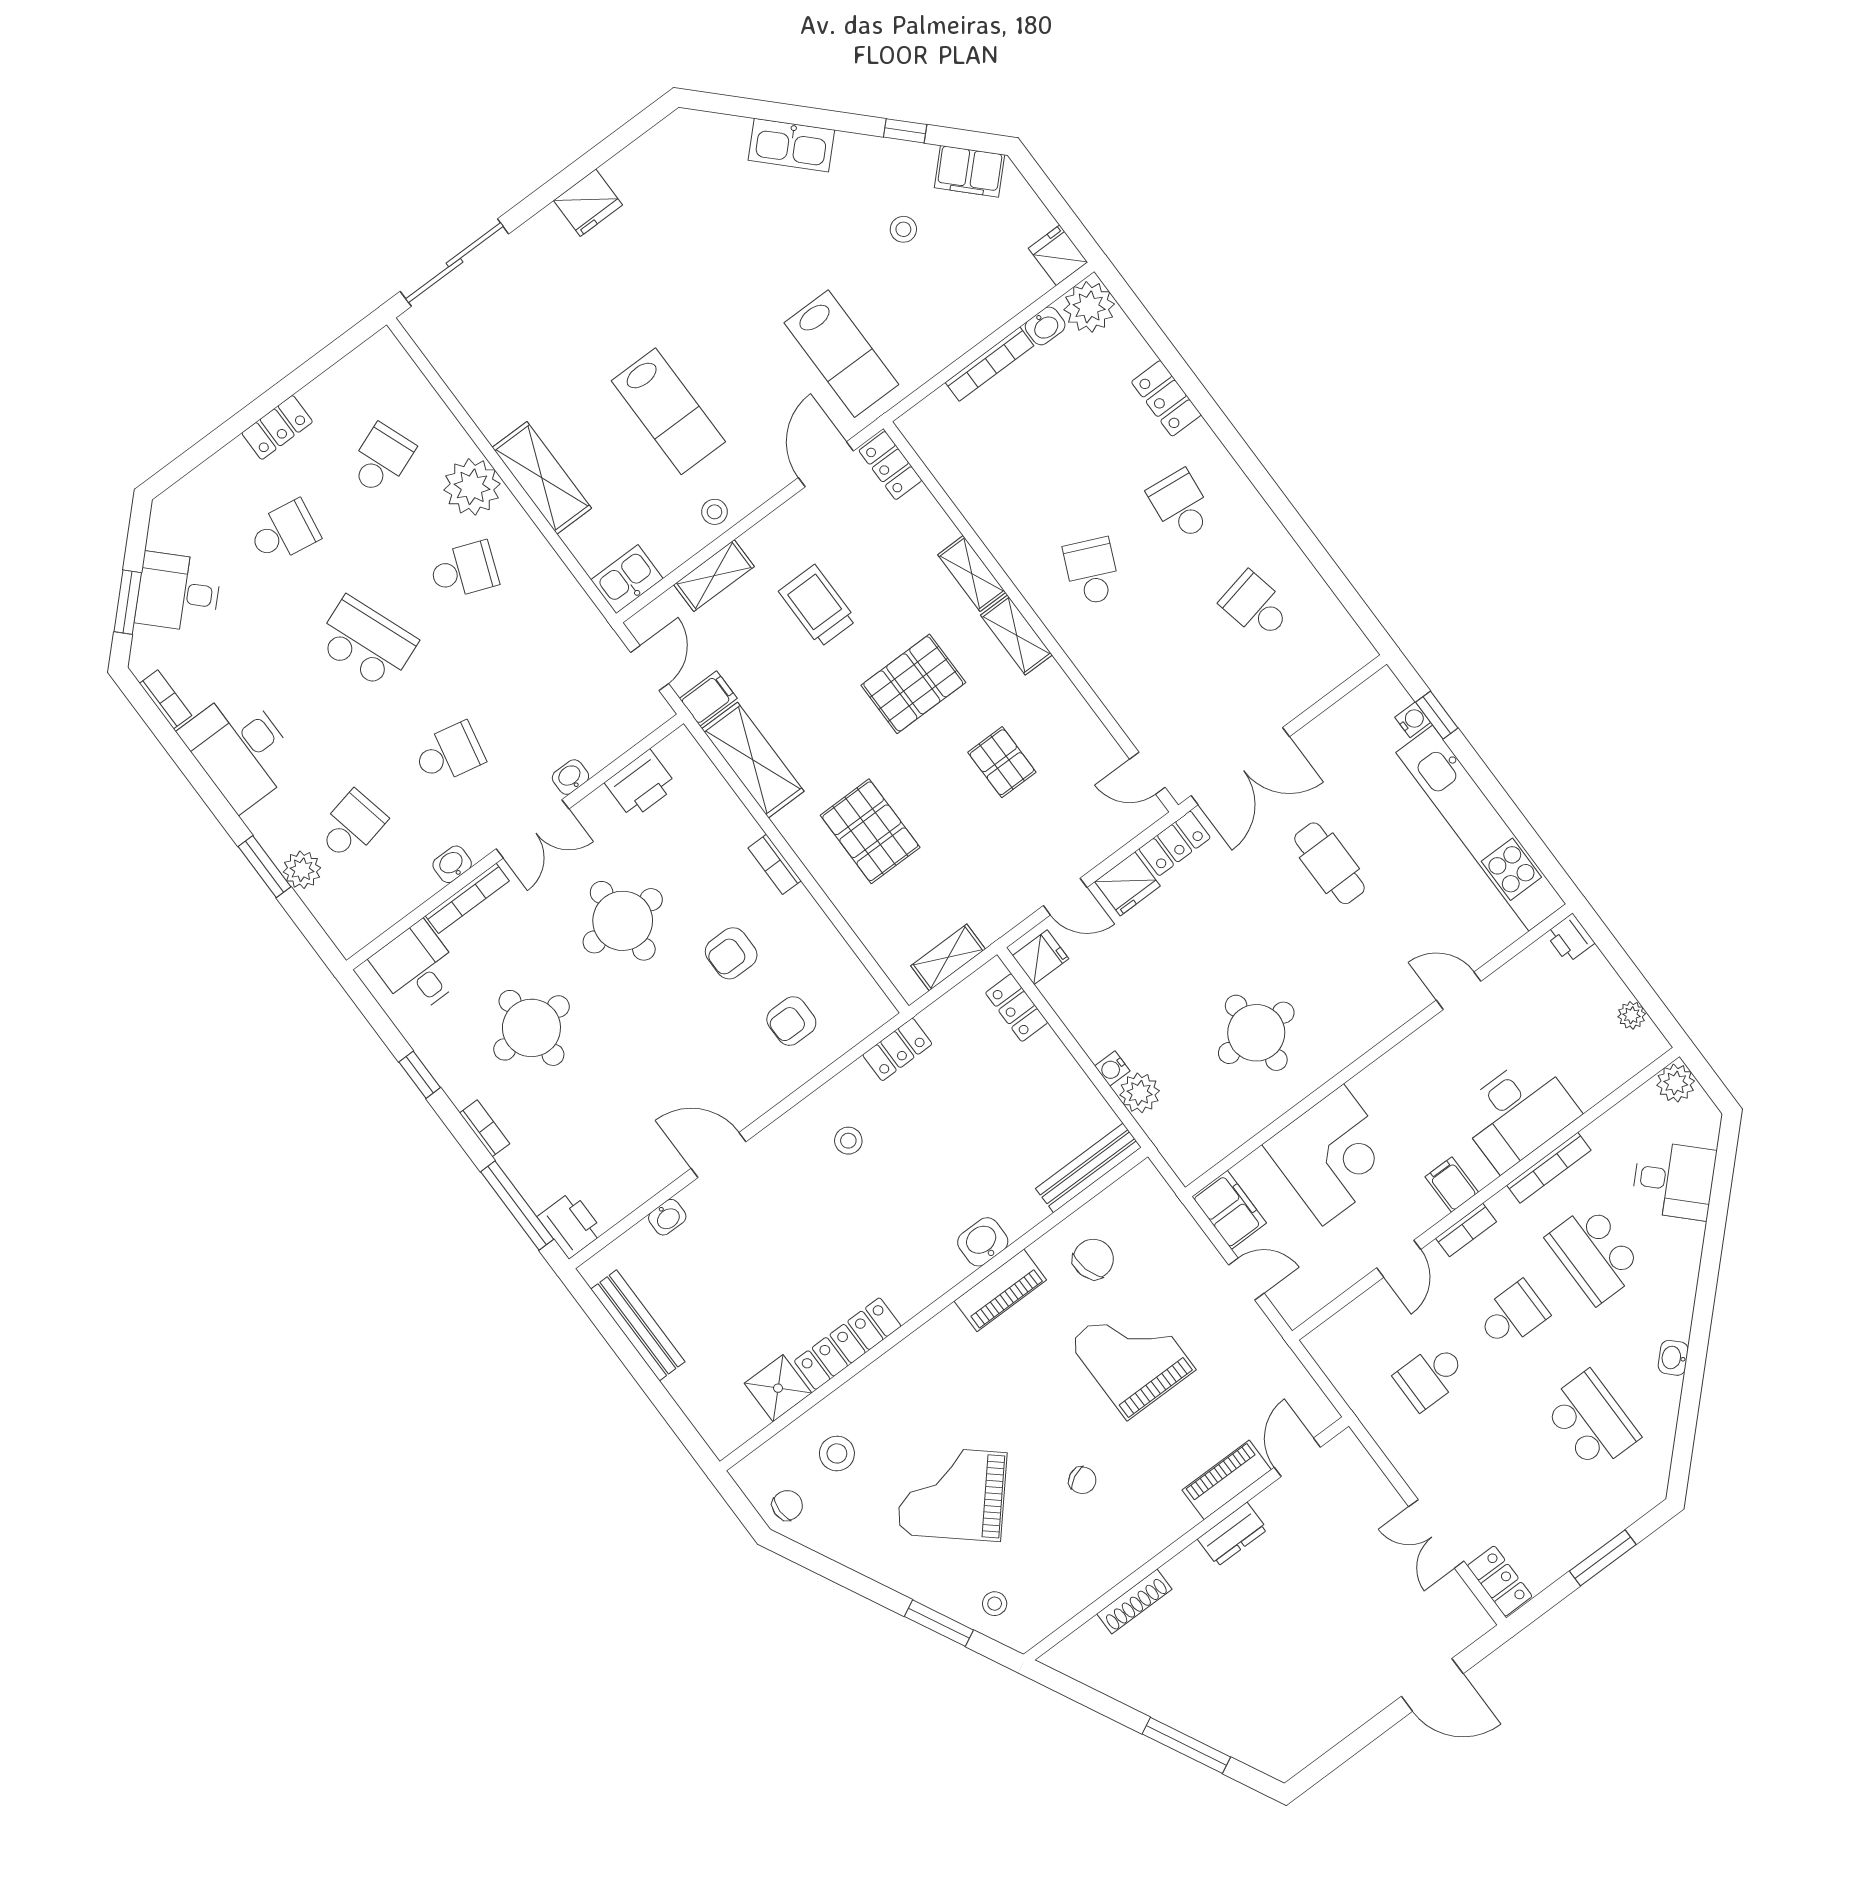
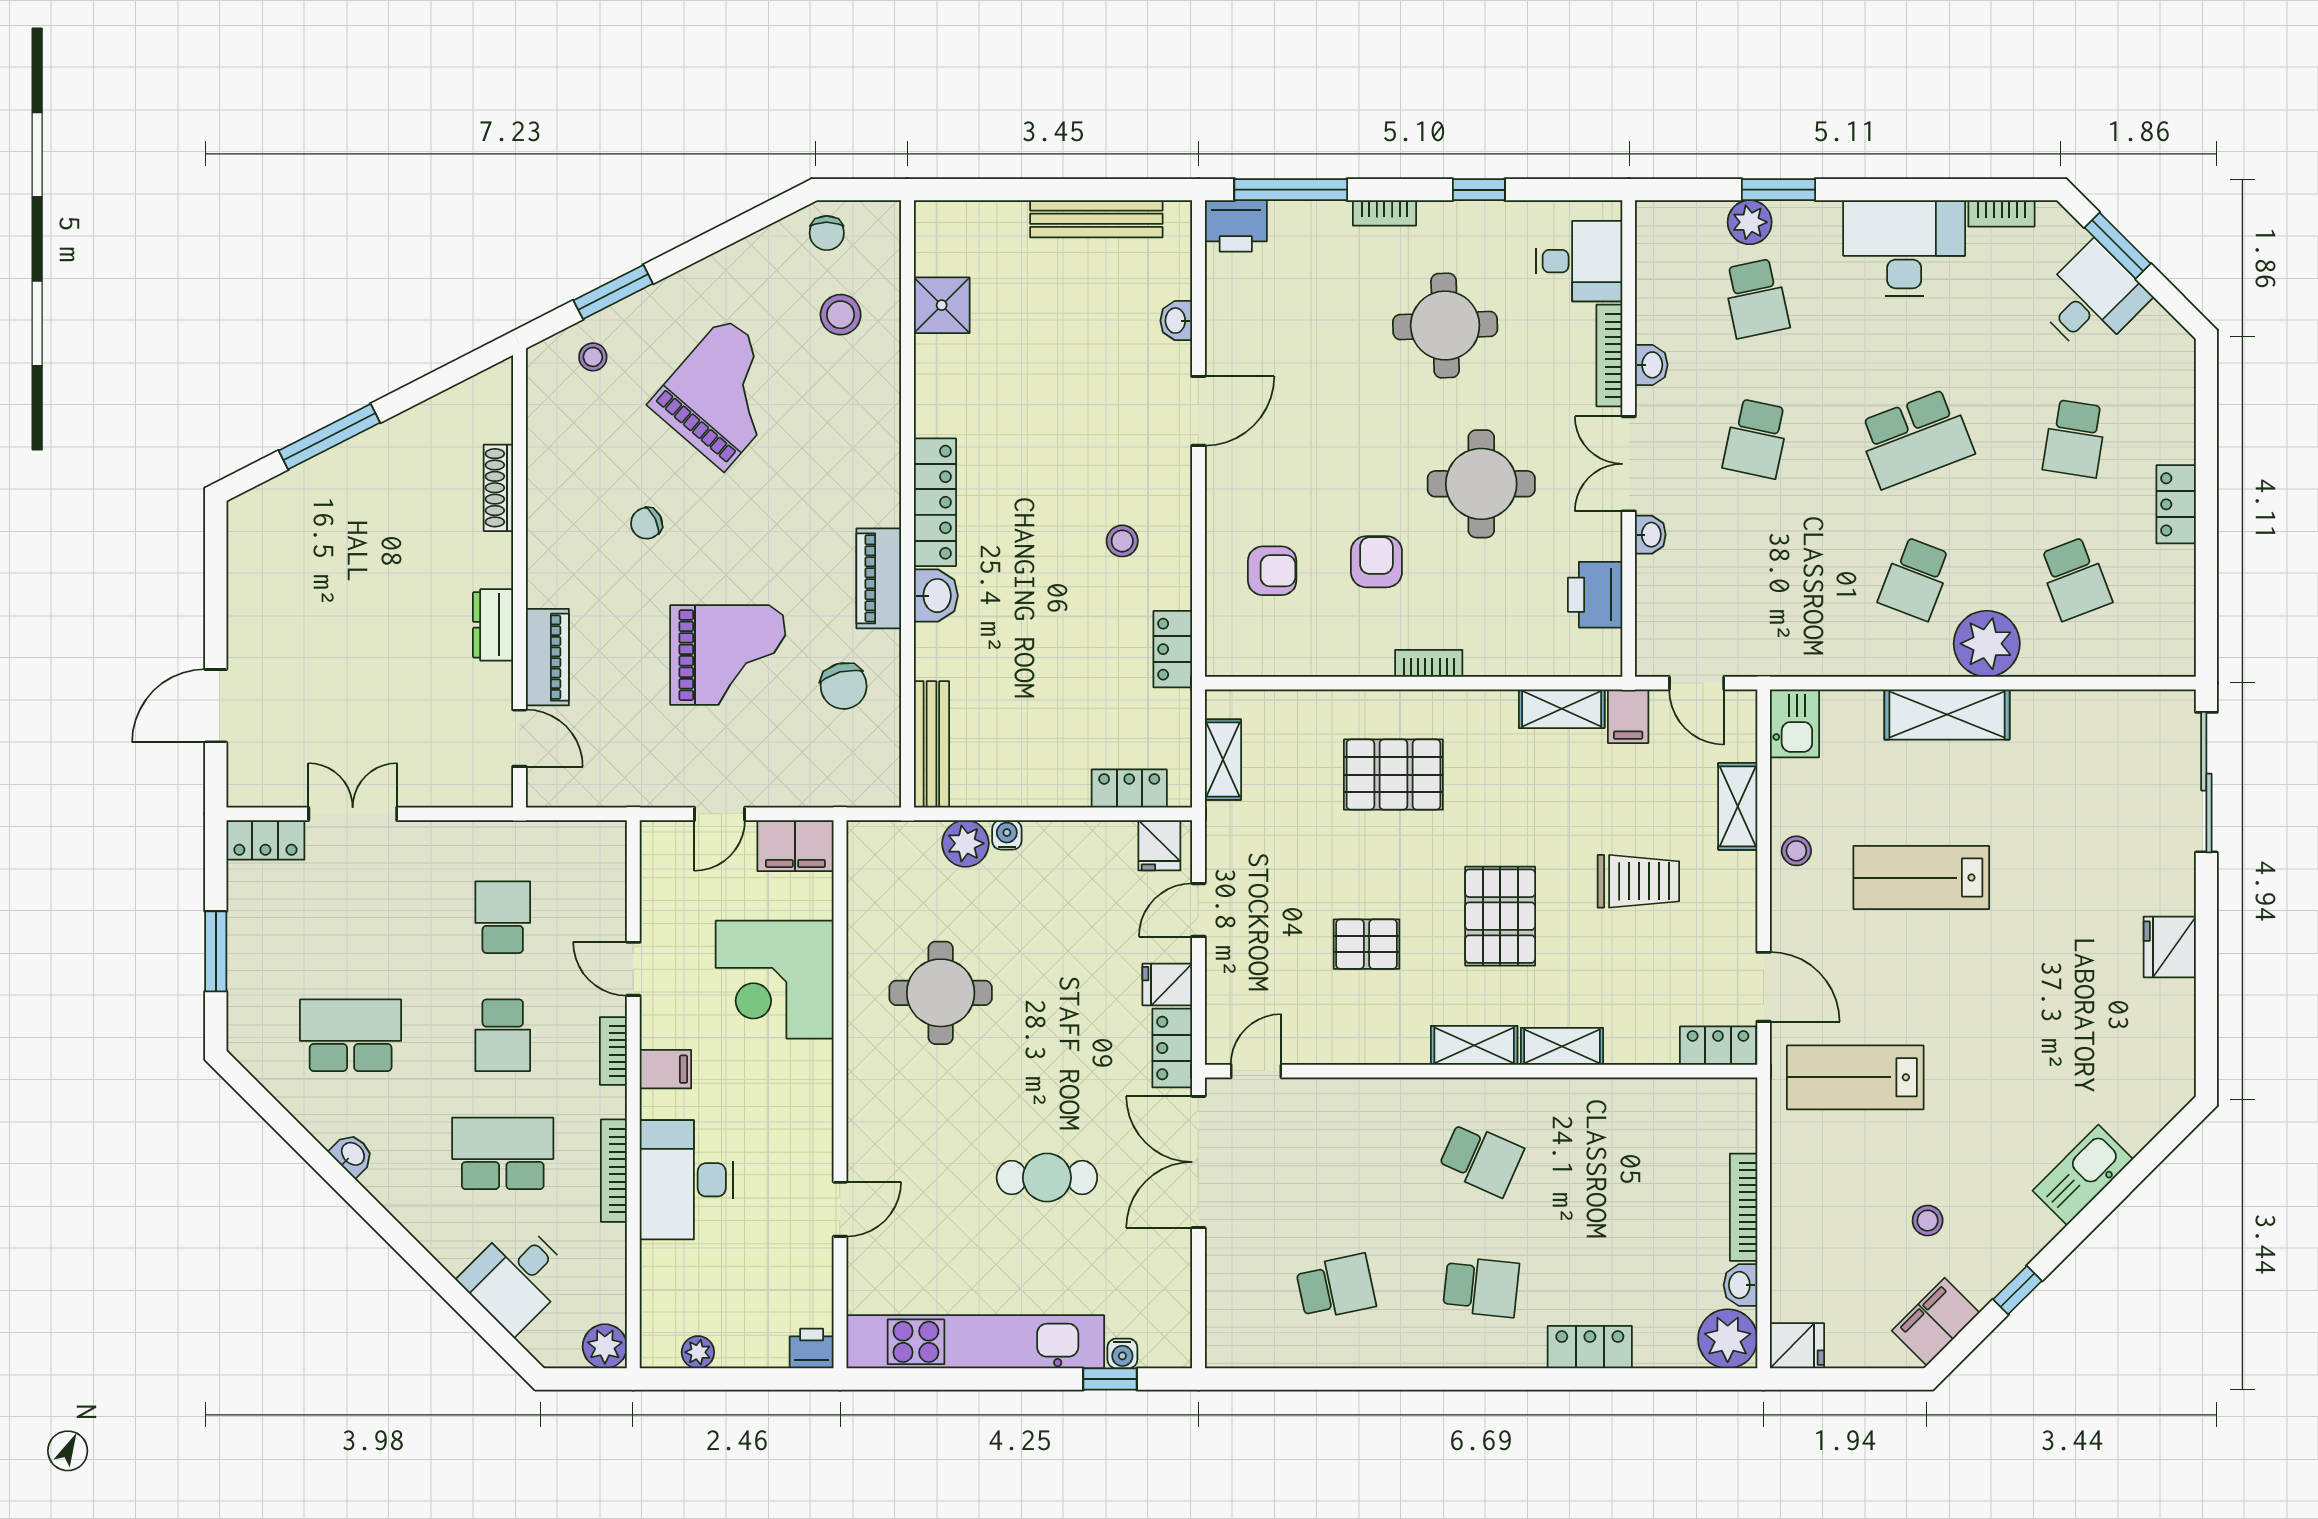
shelving: (753, 760) -> (1562, 709), width x0.67, depth x0.75
fridge: (1127, 884) -> (1167, 984), width x0.72
armchair: (791, 1021) -> (1272, 571), turned 90
locker: (848, 1344) -> (935, 502), moved
school desk: (1591, 1421) -> (351, 1035), turned 180

